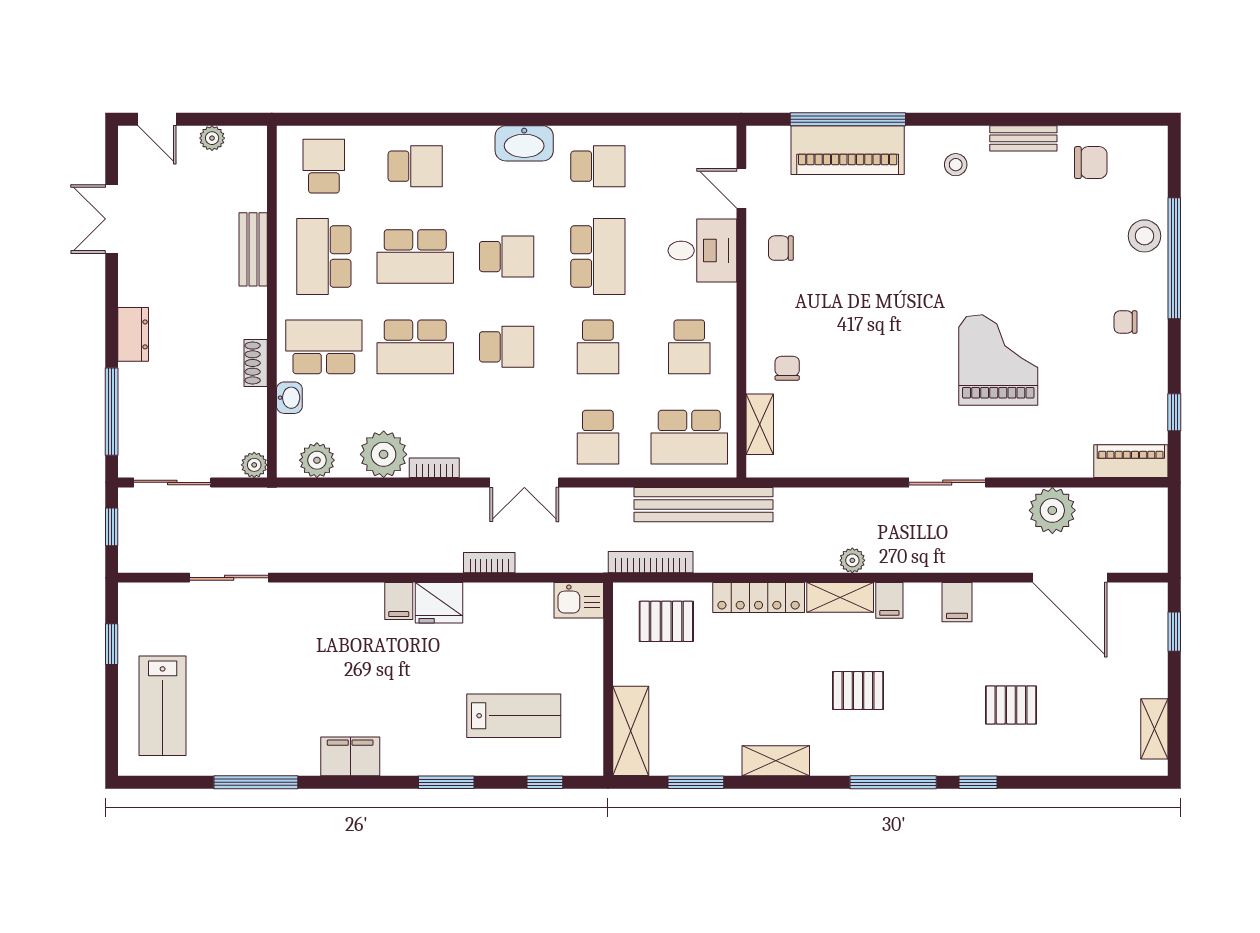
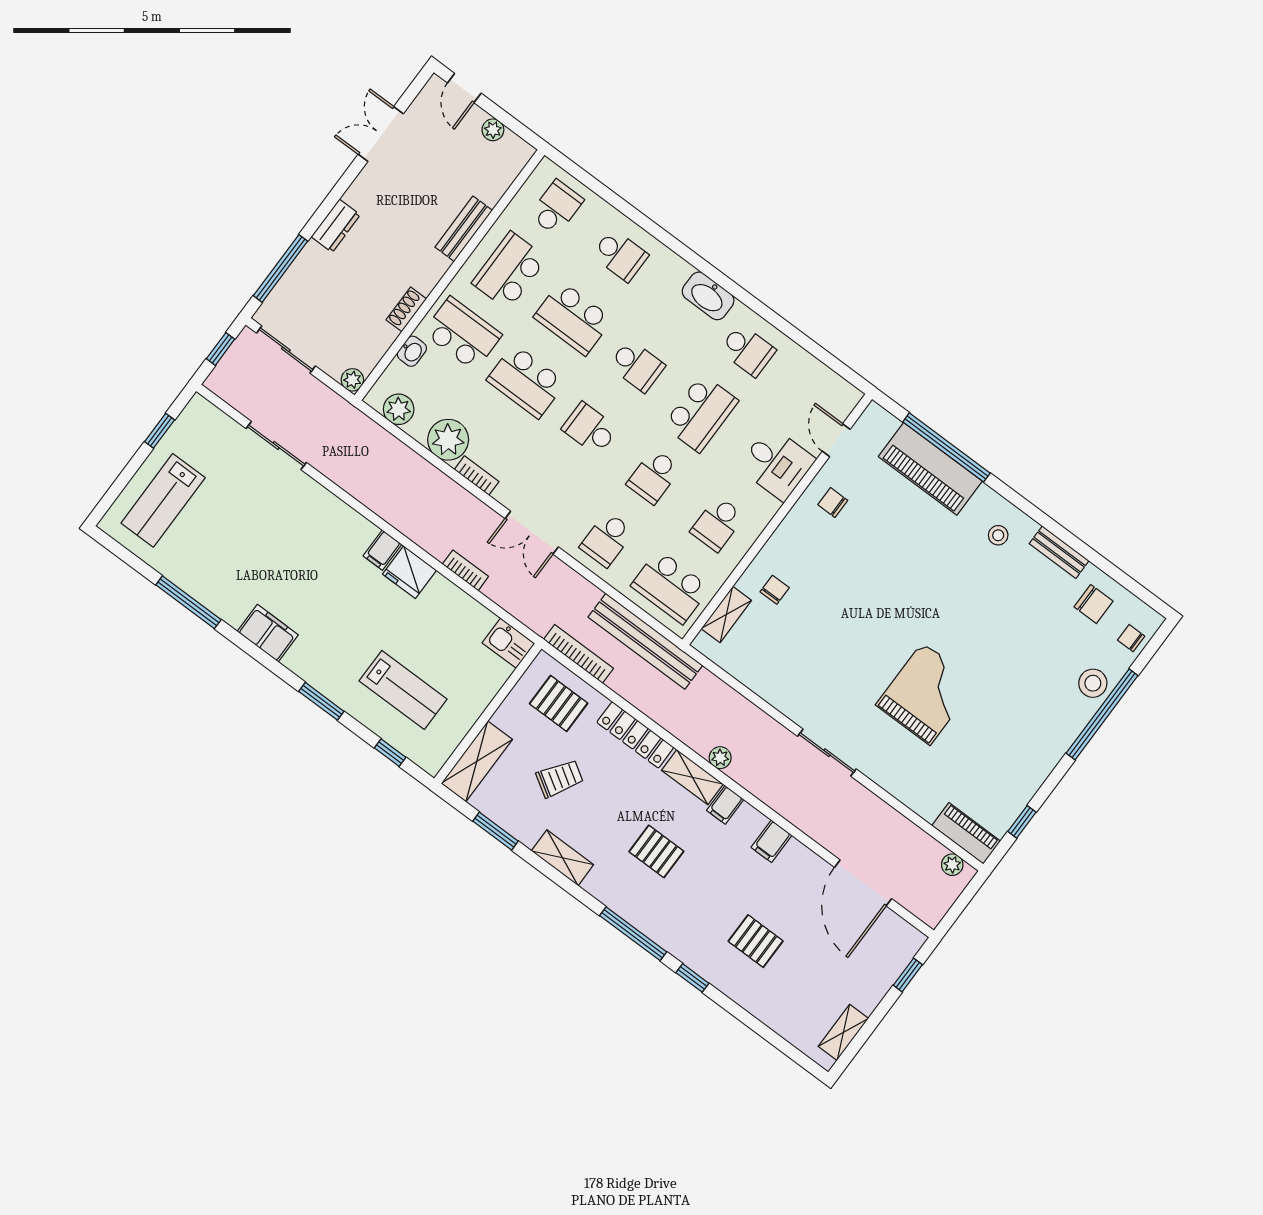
chair: (1126, 322) -> (1131, 638), moved
school desk: (507, 347) -> (590, 429), turned 180
plant: (1052, 510) -> (952, 865), moved, width x0.53, depth x0.53
trolley: (719, 690) -> (560, 778), added

